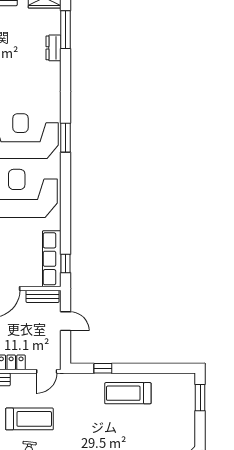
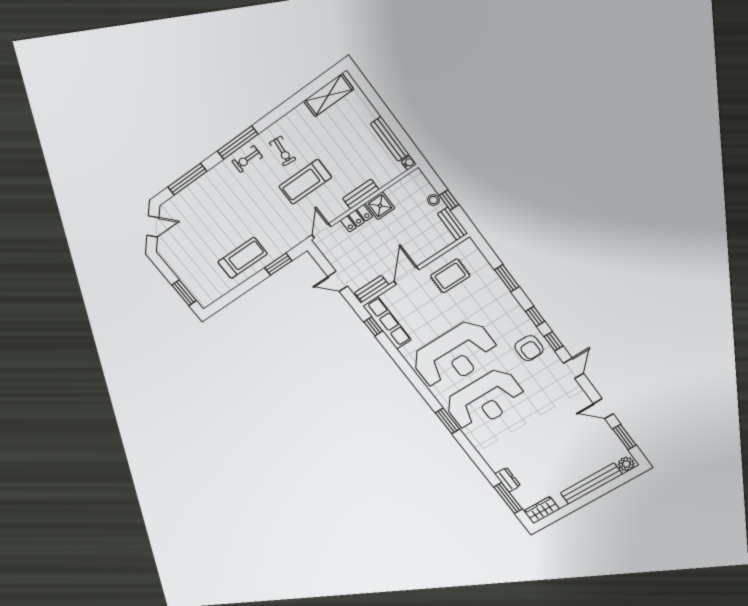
window: (103, 368) -> (278, 264), width x1.50

